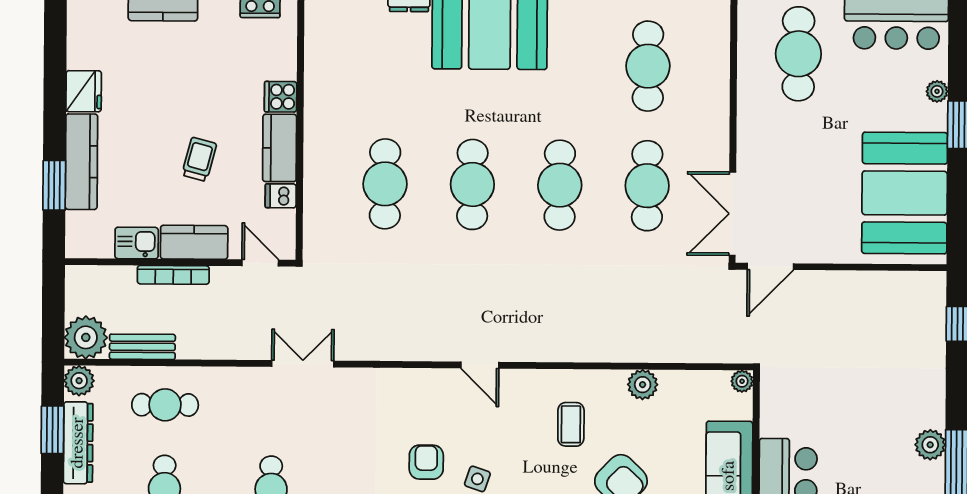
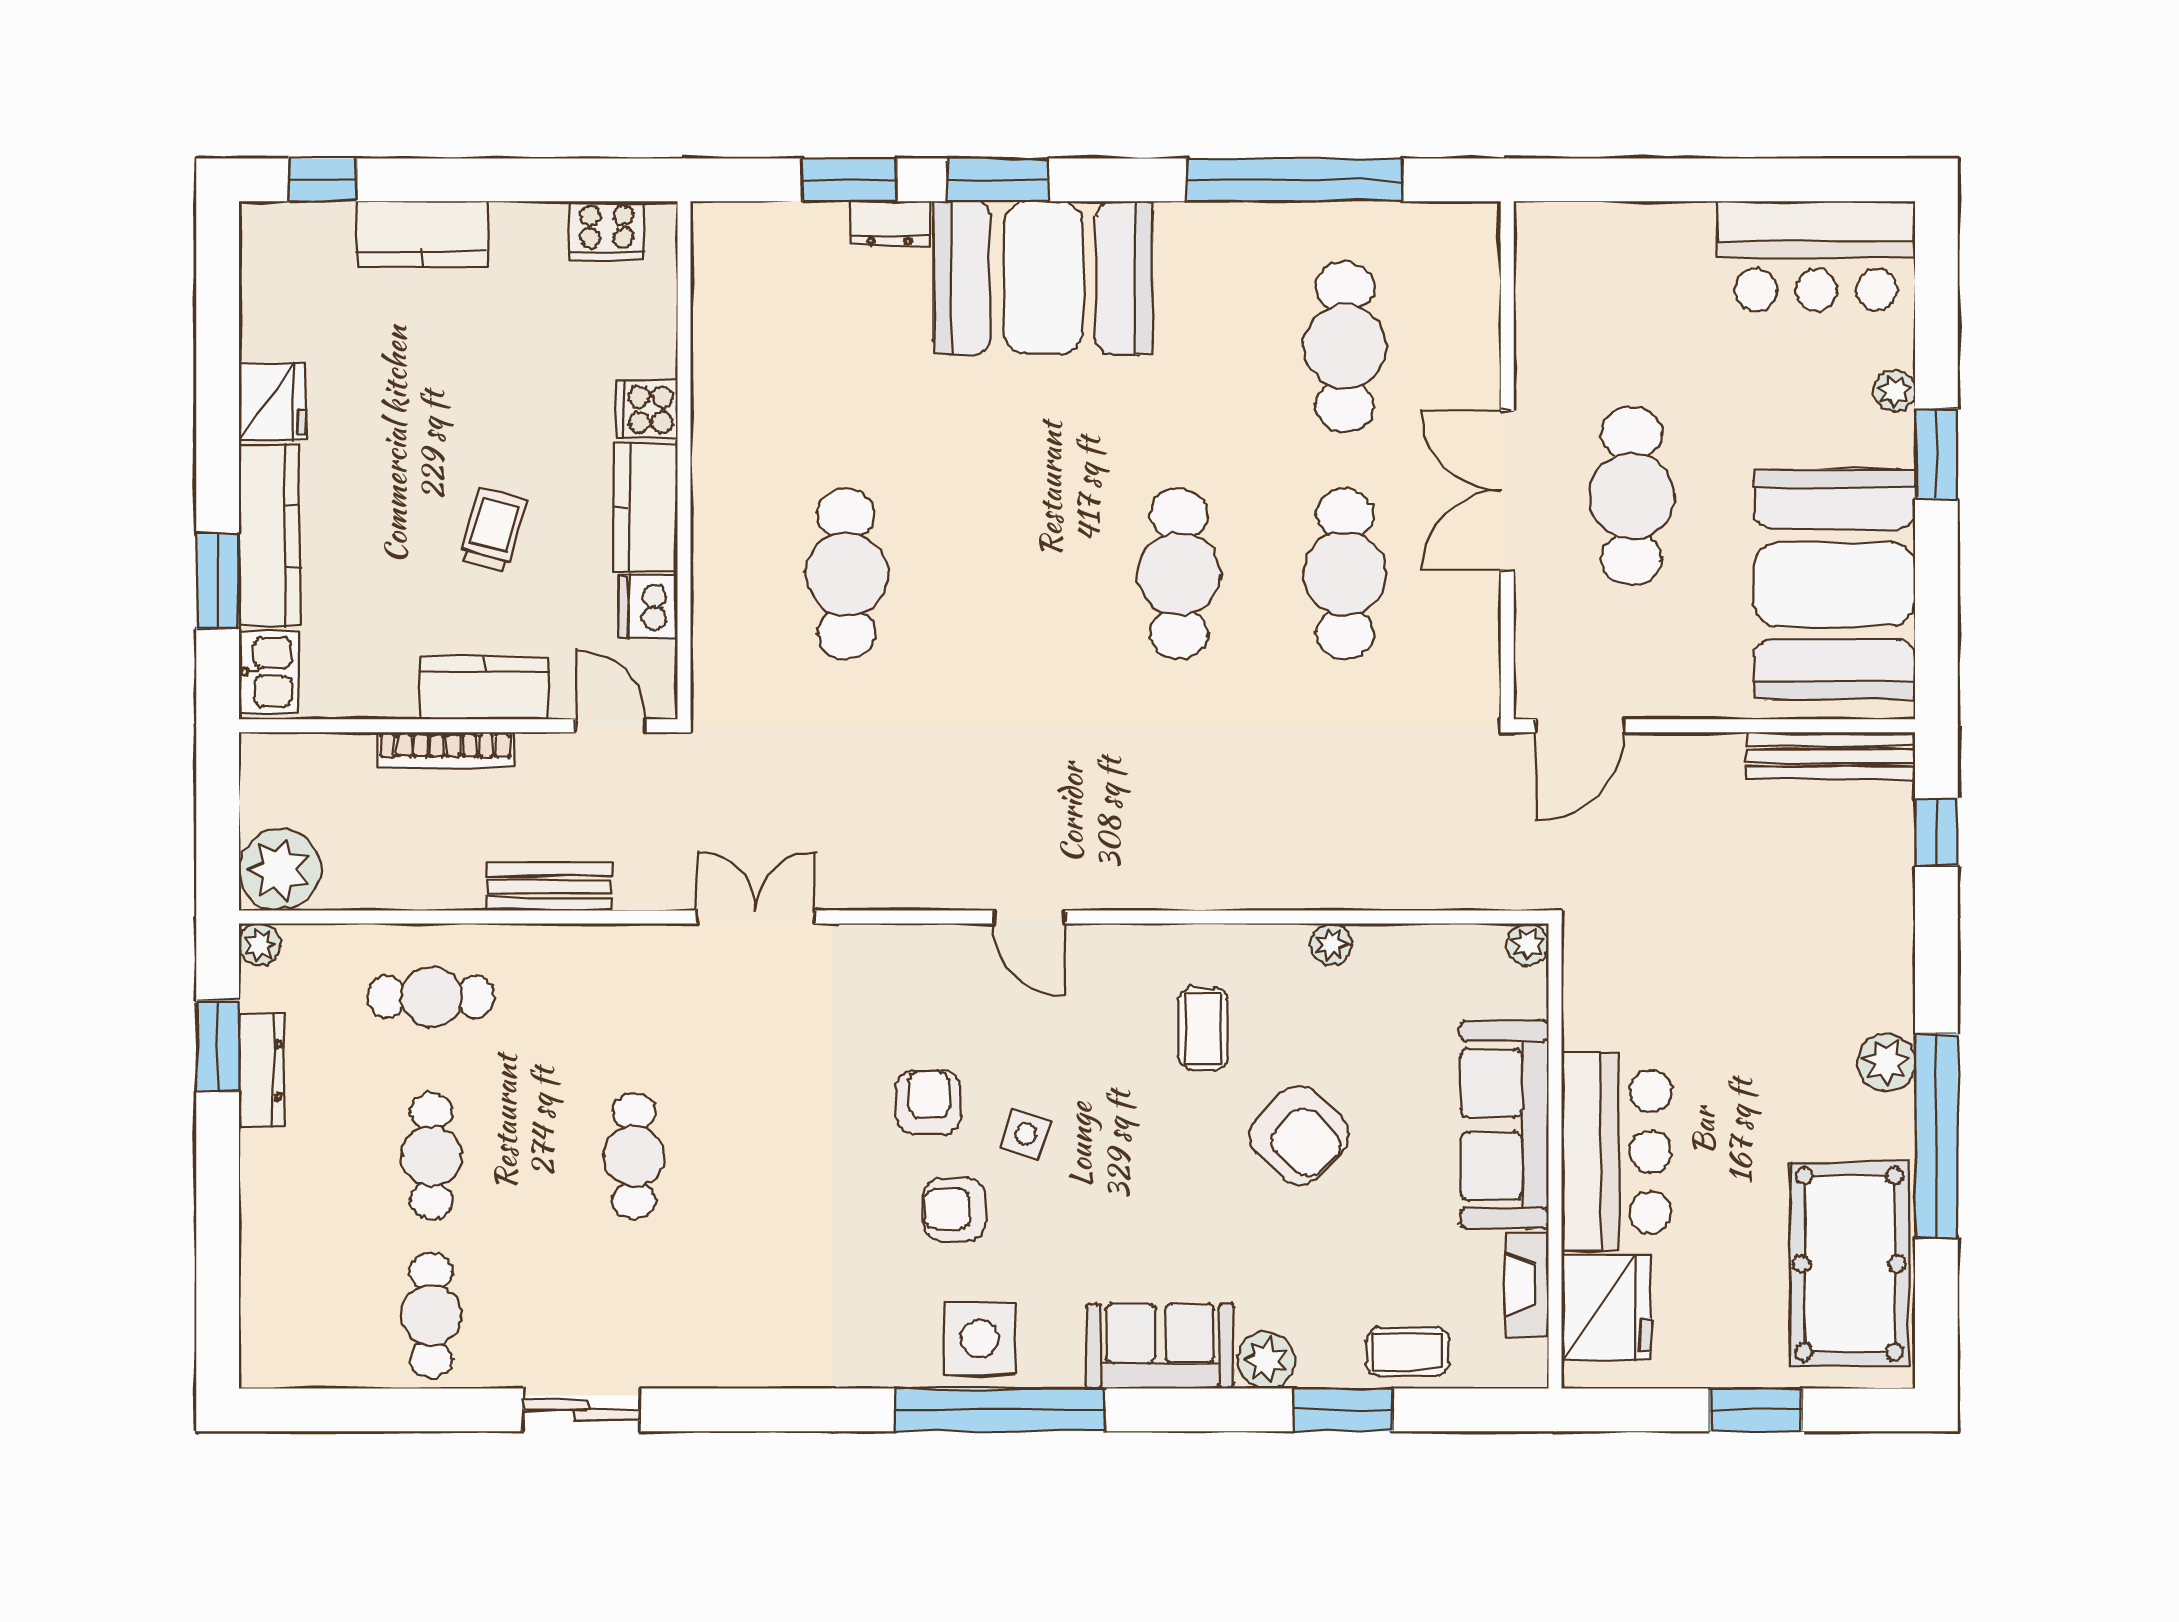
cafe table: (798, 54) -> (1631, 496), moved
cafe table: (472, 184) -> (1013, 574), removed
dishwasher: (281, 196) -> (648, 607), width x1.38
double door: (732, 214) -> (1507, 490), moved
kitchen sink: (137, 243) -> (269, 672), moved, turned 90
bench: (902, 283) -> (1831, 756), added
bench: (142, 347) -> (549, 887), moved
double door: (303, 364) -> (756, 917), moved
plant: (79, 381) -> (260, 944), width x0.73, depth x0.73
plant: (643, 385) -> (1331, 944), width x0.73, depth x0.73
dresser: (78, 443) -> (261, 1070), width x0.73, depth x0.80

